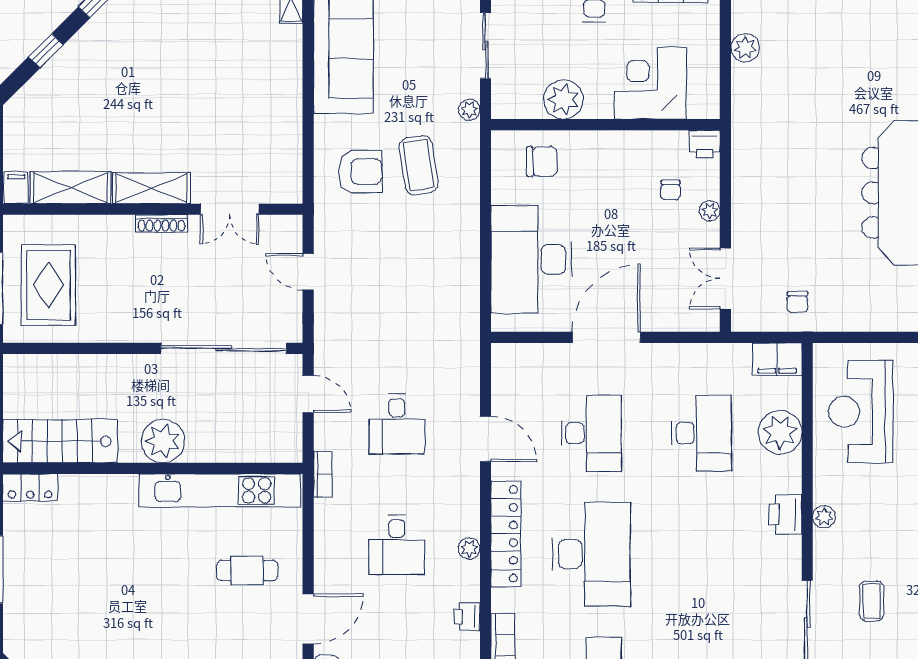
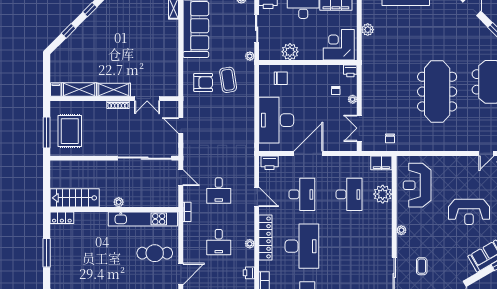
corner desk: (650, 83) -> (339, 45), moved
plant: (163, 441) -> (119, 202), width x0.53, depth x0.53
printer: (785, 514) -> (270, 163), moved, turned -90
cafe table: (247, 570) -> (155, 253), width x1.37, depth x1.35

